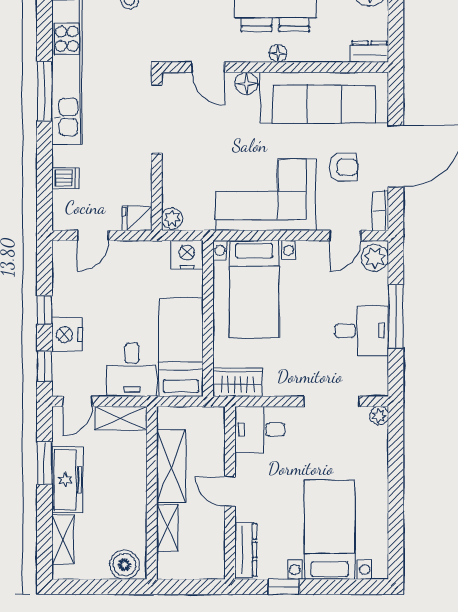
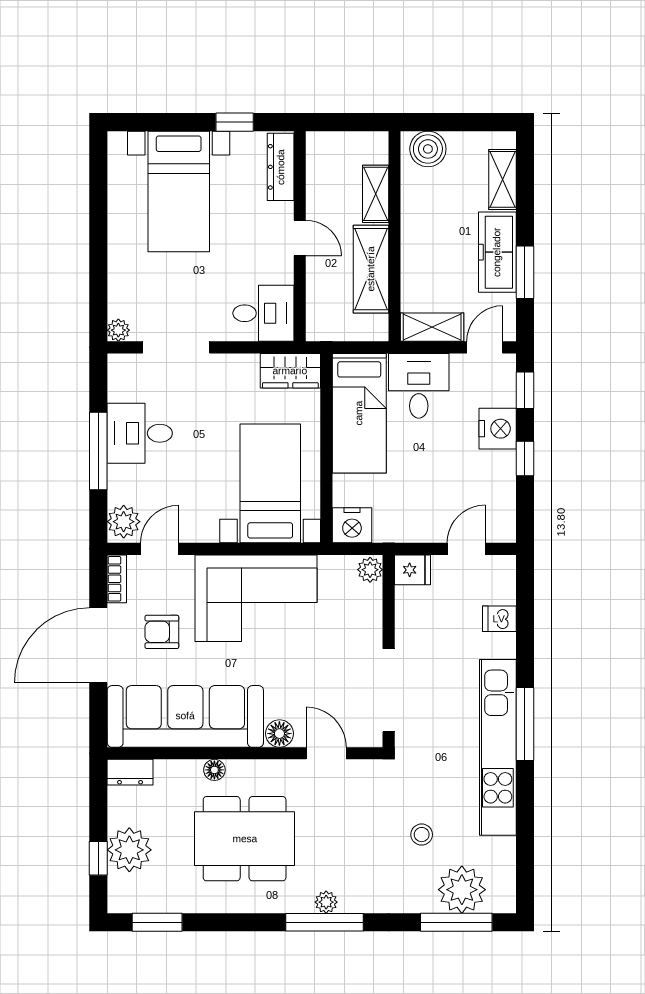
floor lamp: (278, 54) -> (214, 770), moved

